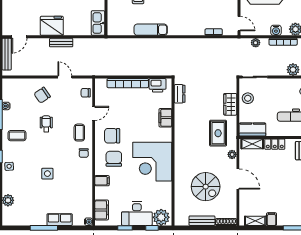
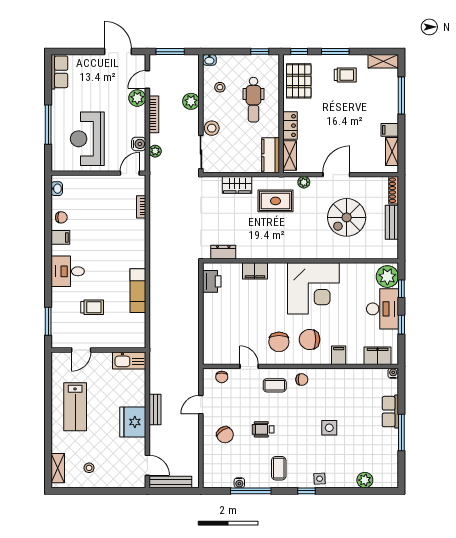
water cooler: (276, 30) -> (139, 144), moved
bookcase: (128, 83) -> (209, 321), removed
stool: (248, 98) -> (212, 128), moved
spiral stairs: (206, 187) -> (347, 217), turned 180

